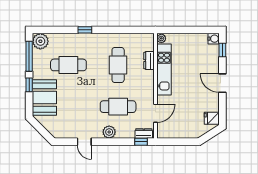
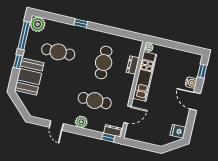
water cooler: (214, 39) -> (191, 83), moved

